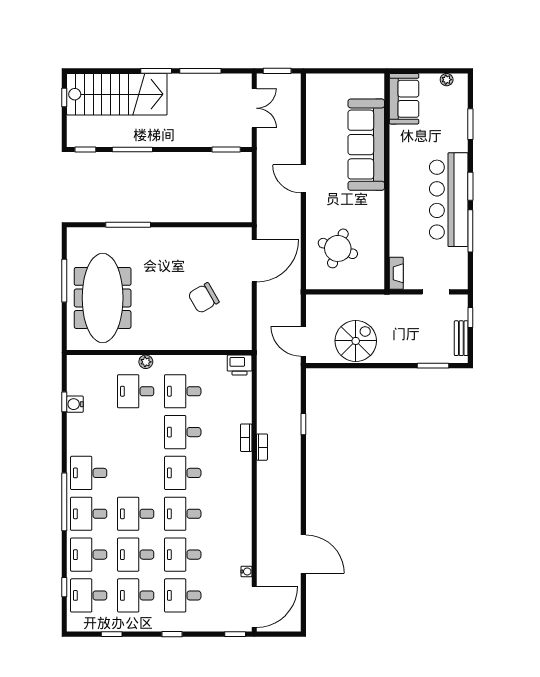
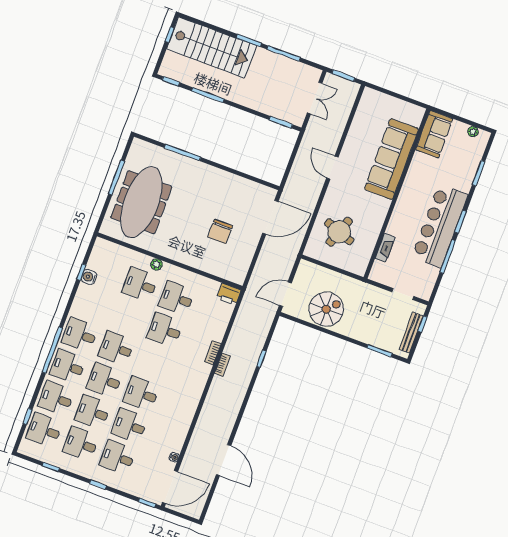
fireplace: (396, 273) -> (385, 248), moved
chair: (204, 298) -> (220, 231), turned -60
bench: (461, 338) -> (411, 333), width x1.36
door: (303, 341) -> (285, 294), hinge flipped
desk: (183, 473) -> (116, 348), moved

